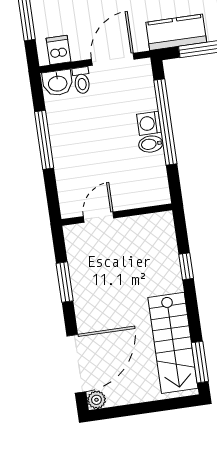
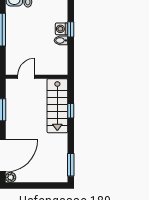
window: (165, 122) -> (71, 29), width x0.32
stairs: (173, 343) -> (57, 106), moved

